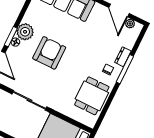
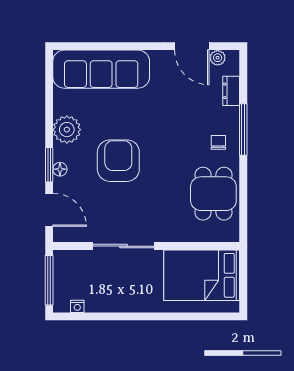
plant: (25, 32) -> (67, 130), moved
dresser: (123, 57) -> (231, 91), moved

